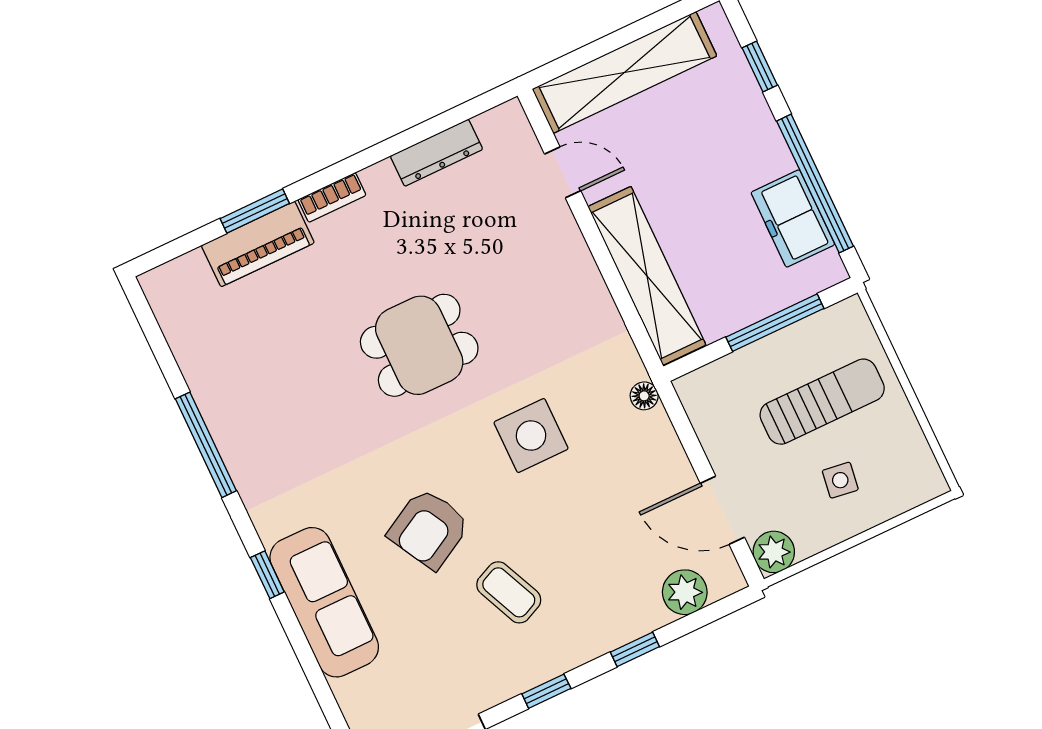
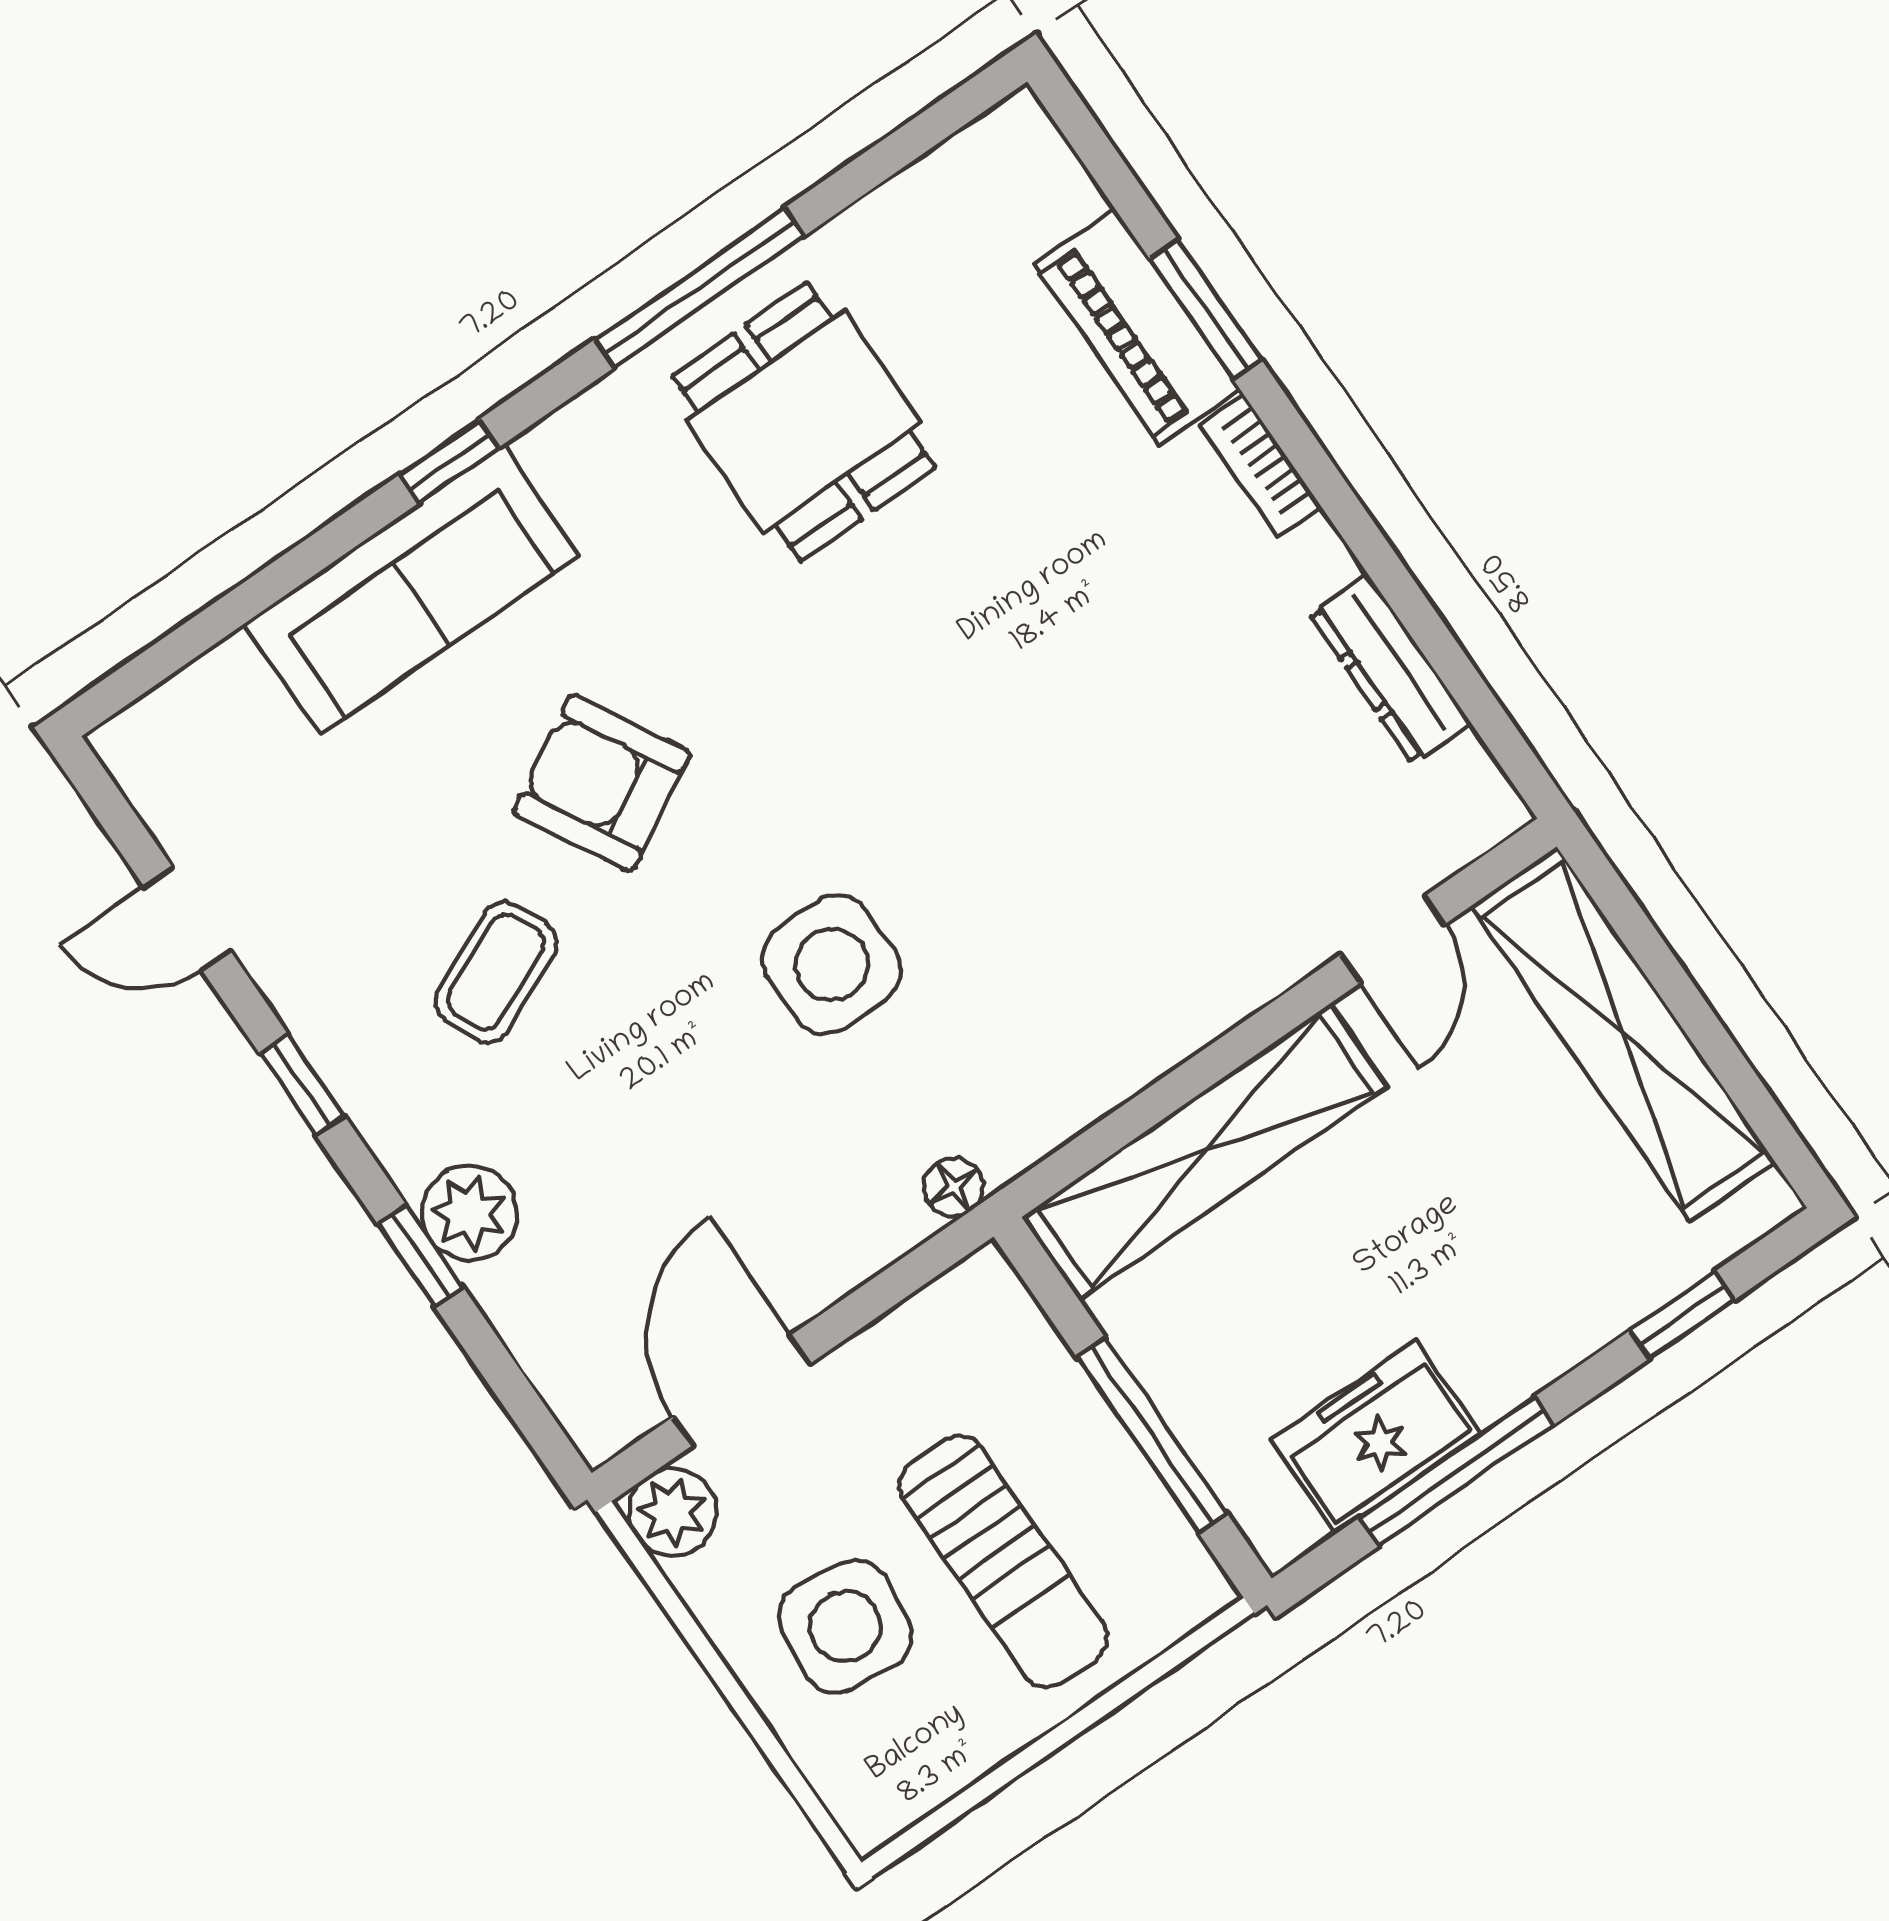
window: (815, 184) -> (1457, 1471), width x0.68
dining table: (419, 345) -> (804, 422), moved
side table: (840, 480) -> (845, 1626), width x1.87, depth x1.87
plant: (685, 592) -> (469, 1213), moved

